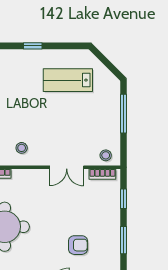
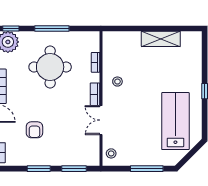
lab bench: (68, 80) -> (175, 121), width x1.36, depth x1.39
bookcase: (102, 174) -> (95, 94), moved
window: (123, 199) -> (74, 169), width x1.50

